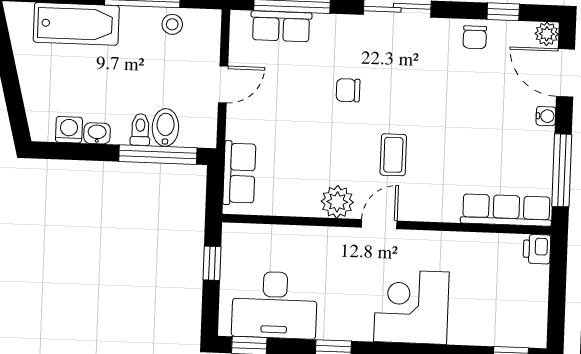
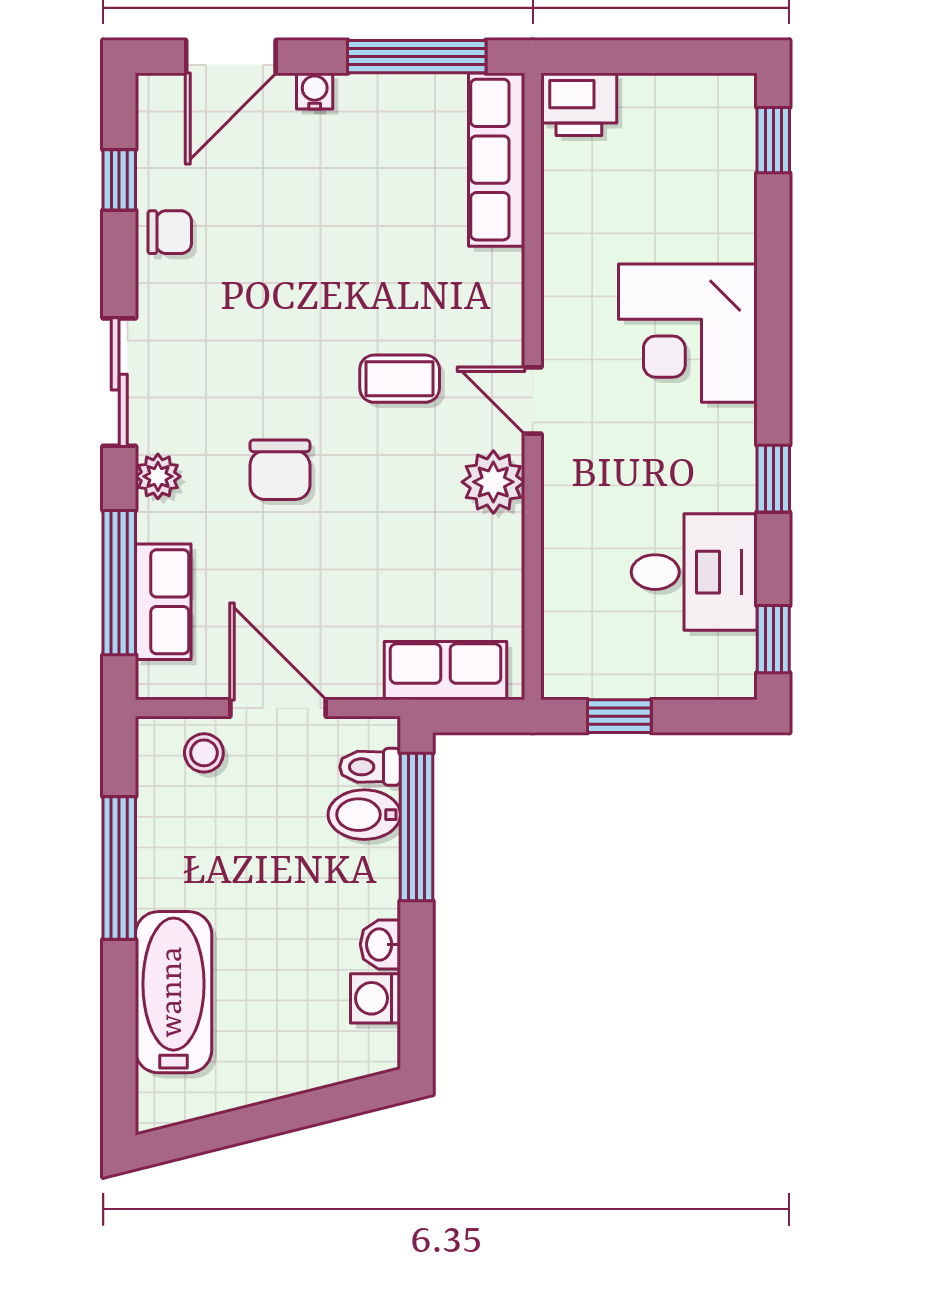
stool: (172, 24) -> (204, 753), moved
plant: (547, 34) -> (158, 476), moved
door: (223, 84) -> (278, 708), width x1.37
chair: (348, 90) -> (280, 470), width x1.37, depth x1.37
toilet: (140, 130) -> (370, 767), moved
printer: (537, 249) -> (579, 104), width x1.36, depth x1.24
desk: (275, 305) -> (694, 572), width x0.73

